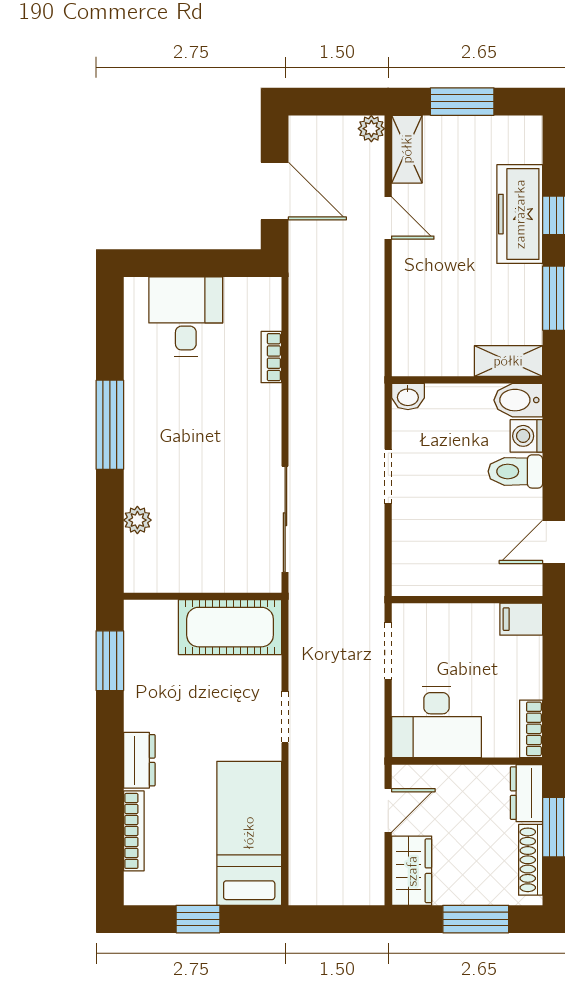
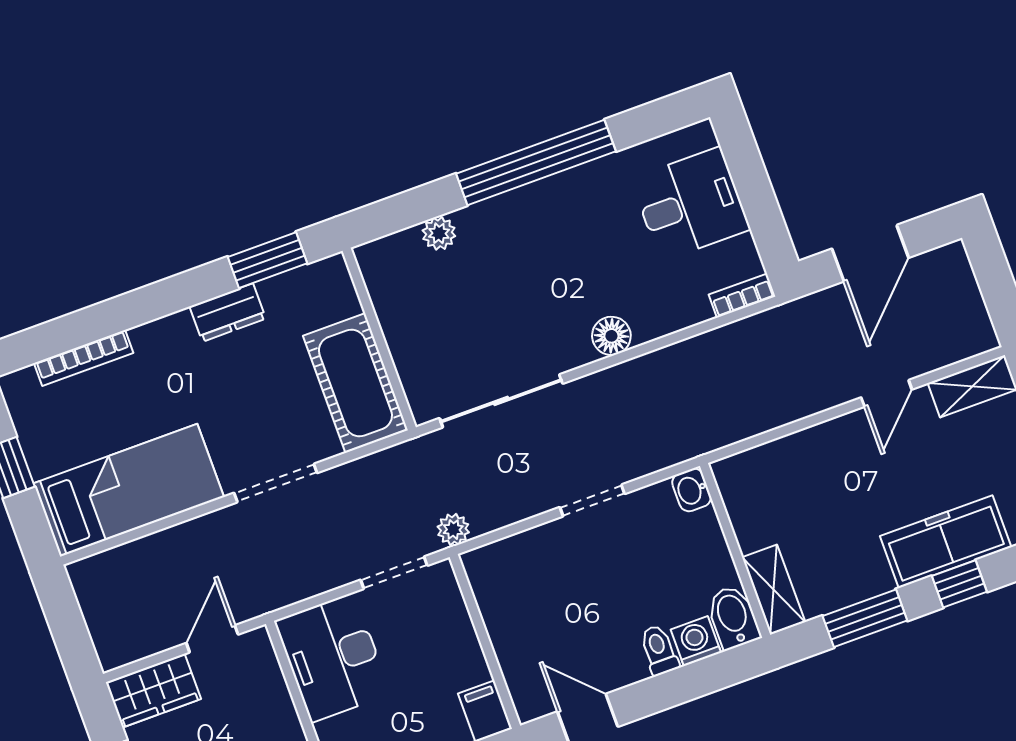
plant: (371, 129) -> (453, 530), moved
bookcase: (271, 357) -> (742, 296), moved
floor lamp: (266, 415) -> (611, 336), added
window: (110, 425) -> (536, 162), width x1.46
toilet: (515, 471) -> (659, 650), width x0.73, depth x0.72
doorway: (285, 717) -> (276, 483), width x1.38
dresser: (139, 760) -> (228, 313), moved
door: (388, 810) -> (212, 639), swing flipped

